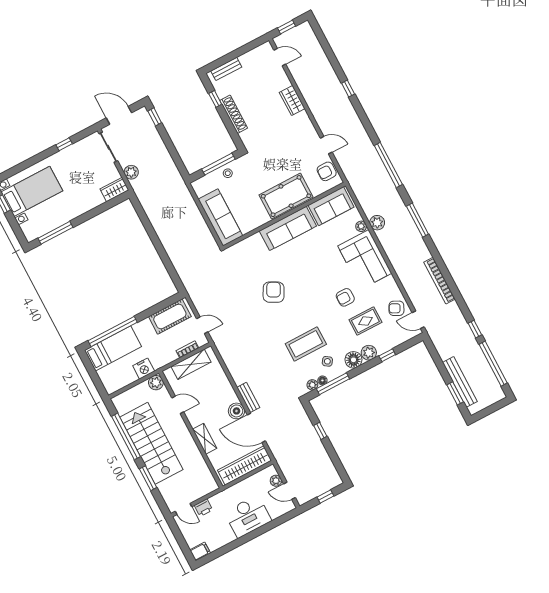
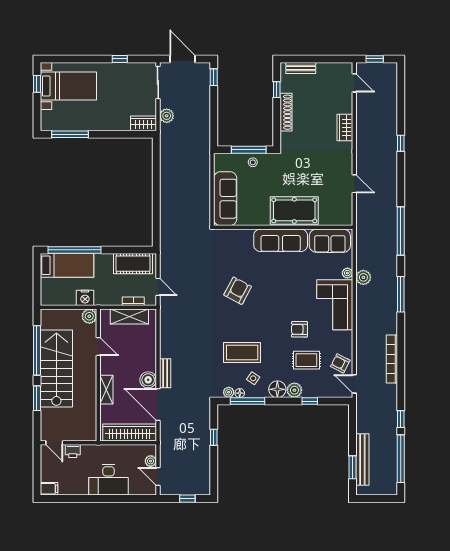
armchair: (327, 171) -> (342, 207), removed

